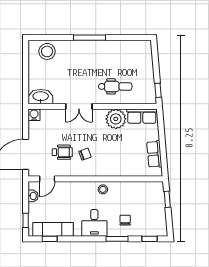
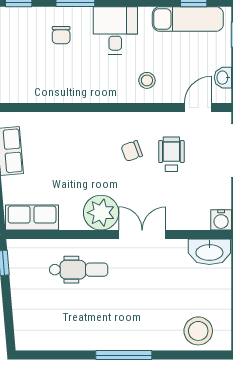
dental chair: (115, 86) -> (79, 270), turned 180
plant: (116, 119) -> (101, 213), moved
wheelchair: (62, 152) -> (171, 154), turned 90
stool: (103, 189) -> (147, 80), moved

